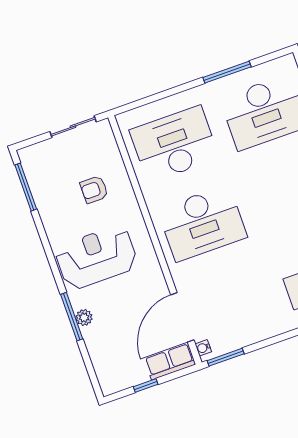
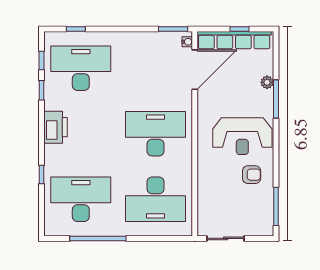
window: (227, 72) -> (98, 238), width x1.46
armchair: (94, 190) -> (252, 175), moved
plant: (84, 318) -> (267, 82), moved
row of seats: (170, 362) -> (234, 40), width x2.02

